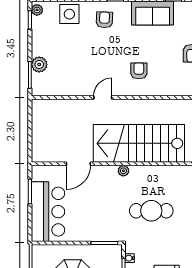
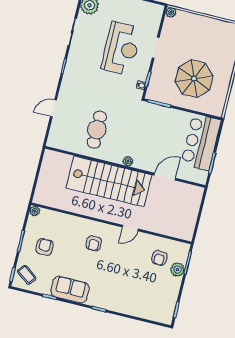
plant: (37, 10) -> (168, 317), removed
side table: (69, 14) -> (141, 306), removed
armchair: (104, 20) -> (159, 258), moved
cafe table: (151, 211) -> (97, 130), moved, turned 90

